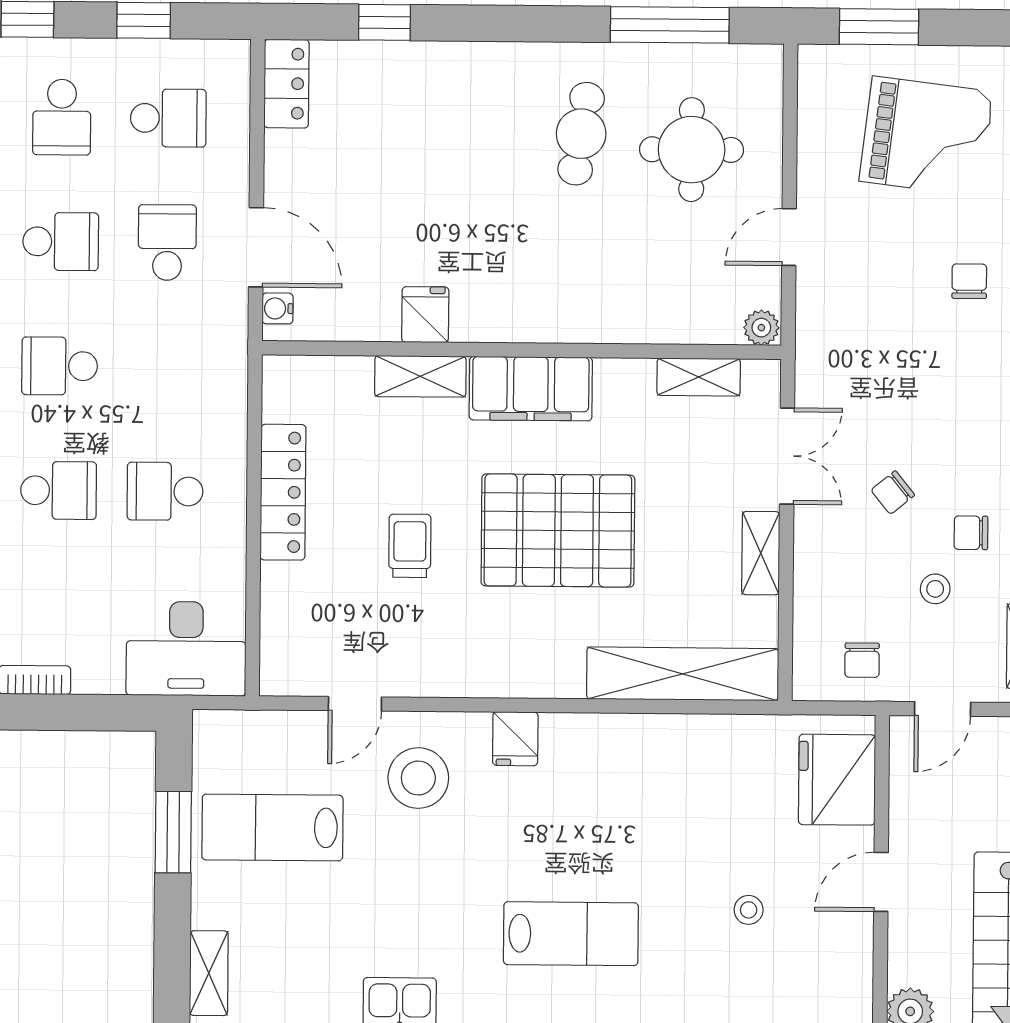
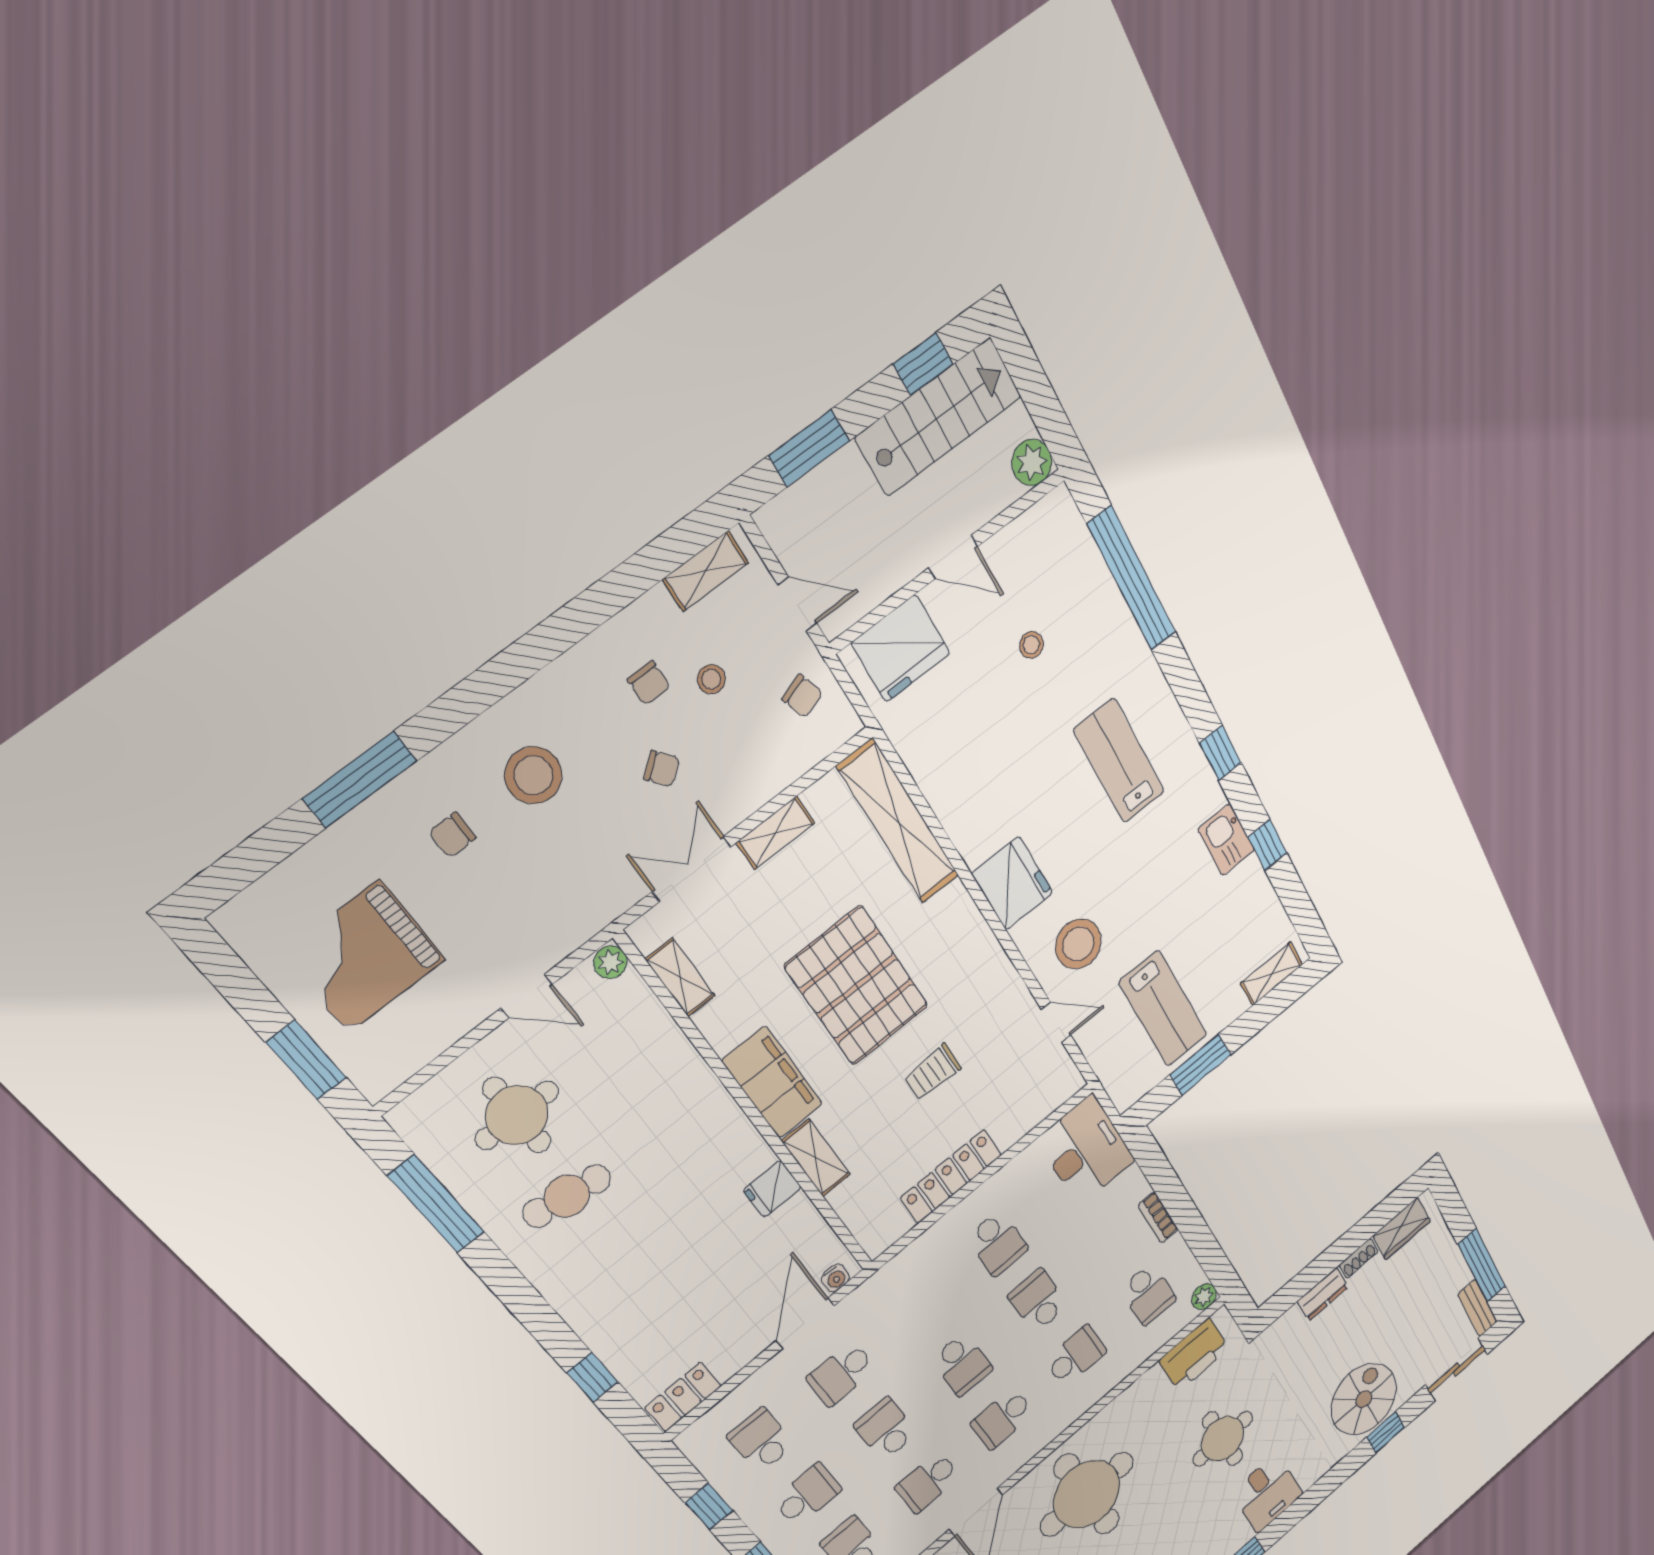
grand piano: (926, 136) -> (364, 957), turned -97
stool: (968, 382) -> (533, 775), added
chair: (862, 660) -> (802, 696), turned 72
fridge: (515, 739) -> (1012, 883), width x1.88, depth x1.34

